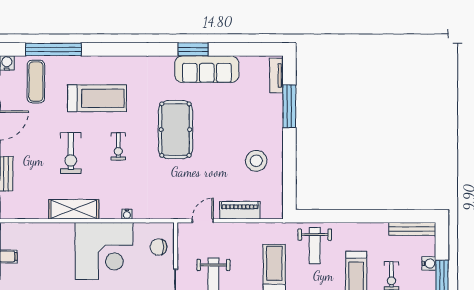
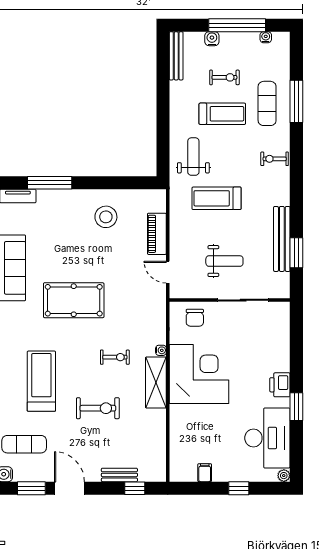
exercise bike: (118, 146) -> (115, 357), moved
shelving: (74, 209) -> (156, 382), moved
weight bench: (315, 246) -> (193, 157), turned -90

